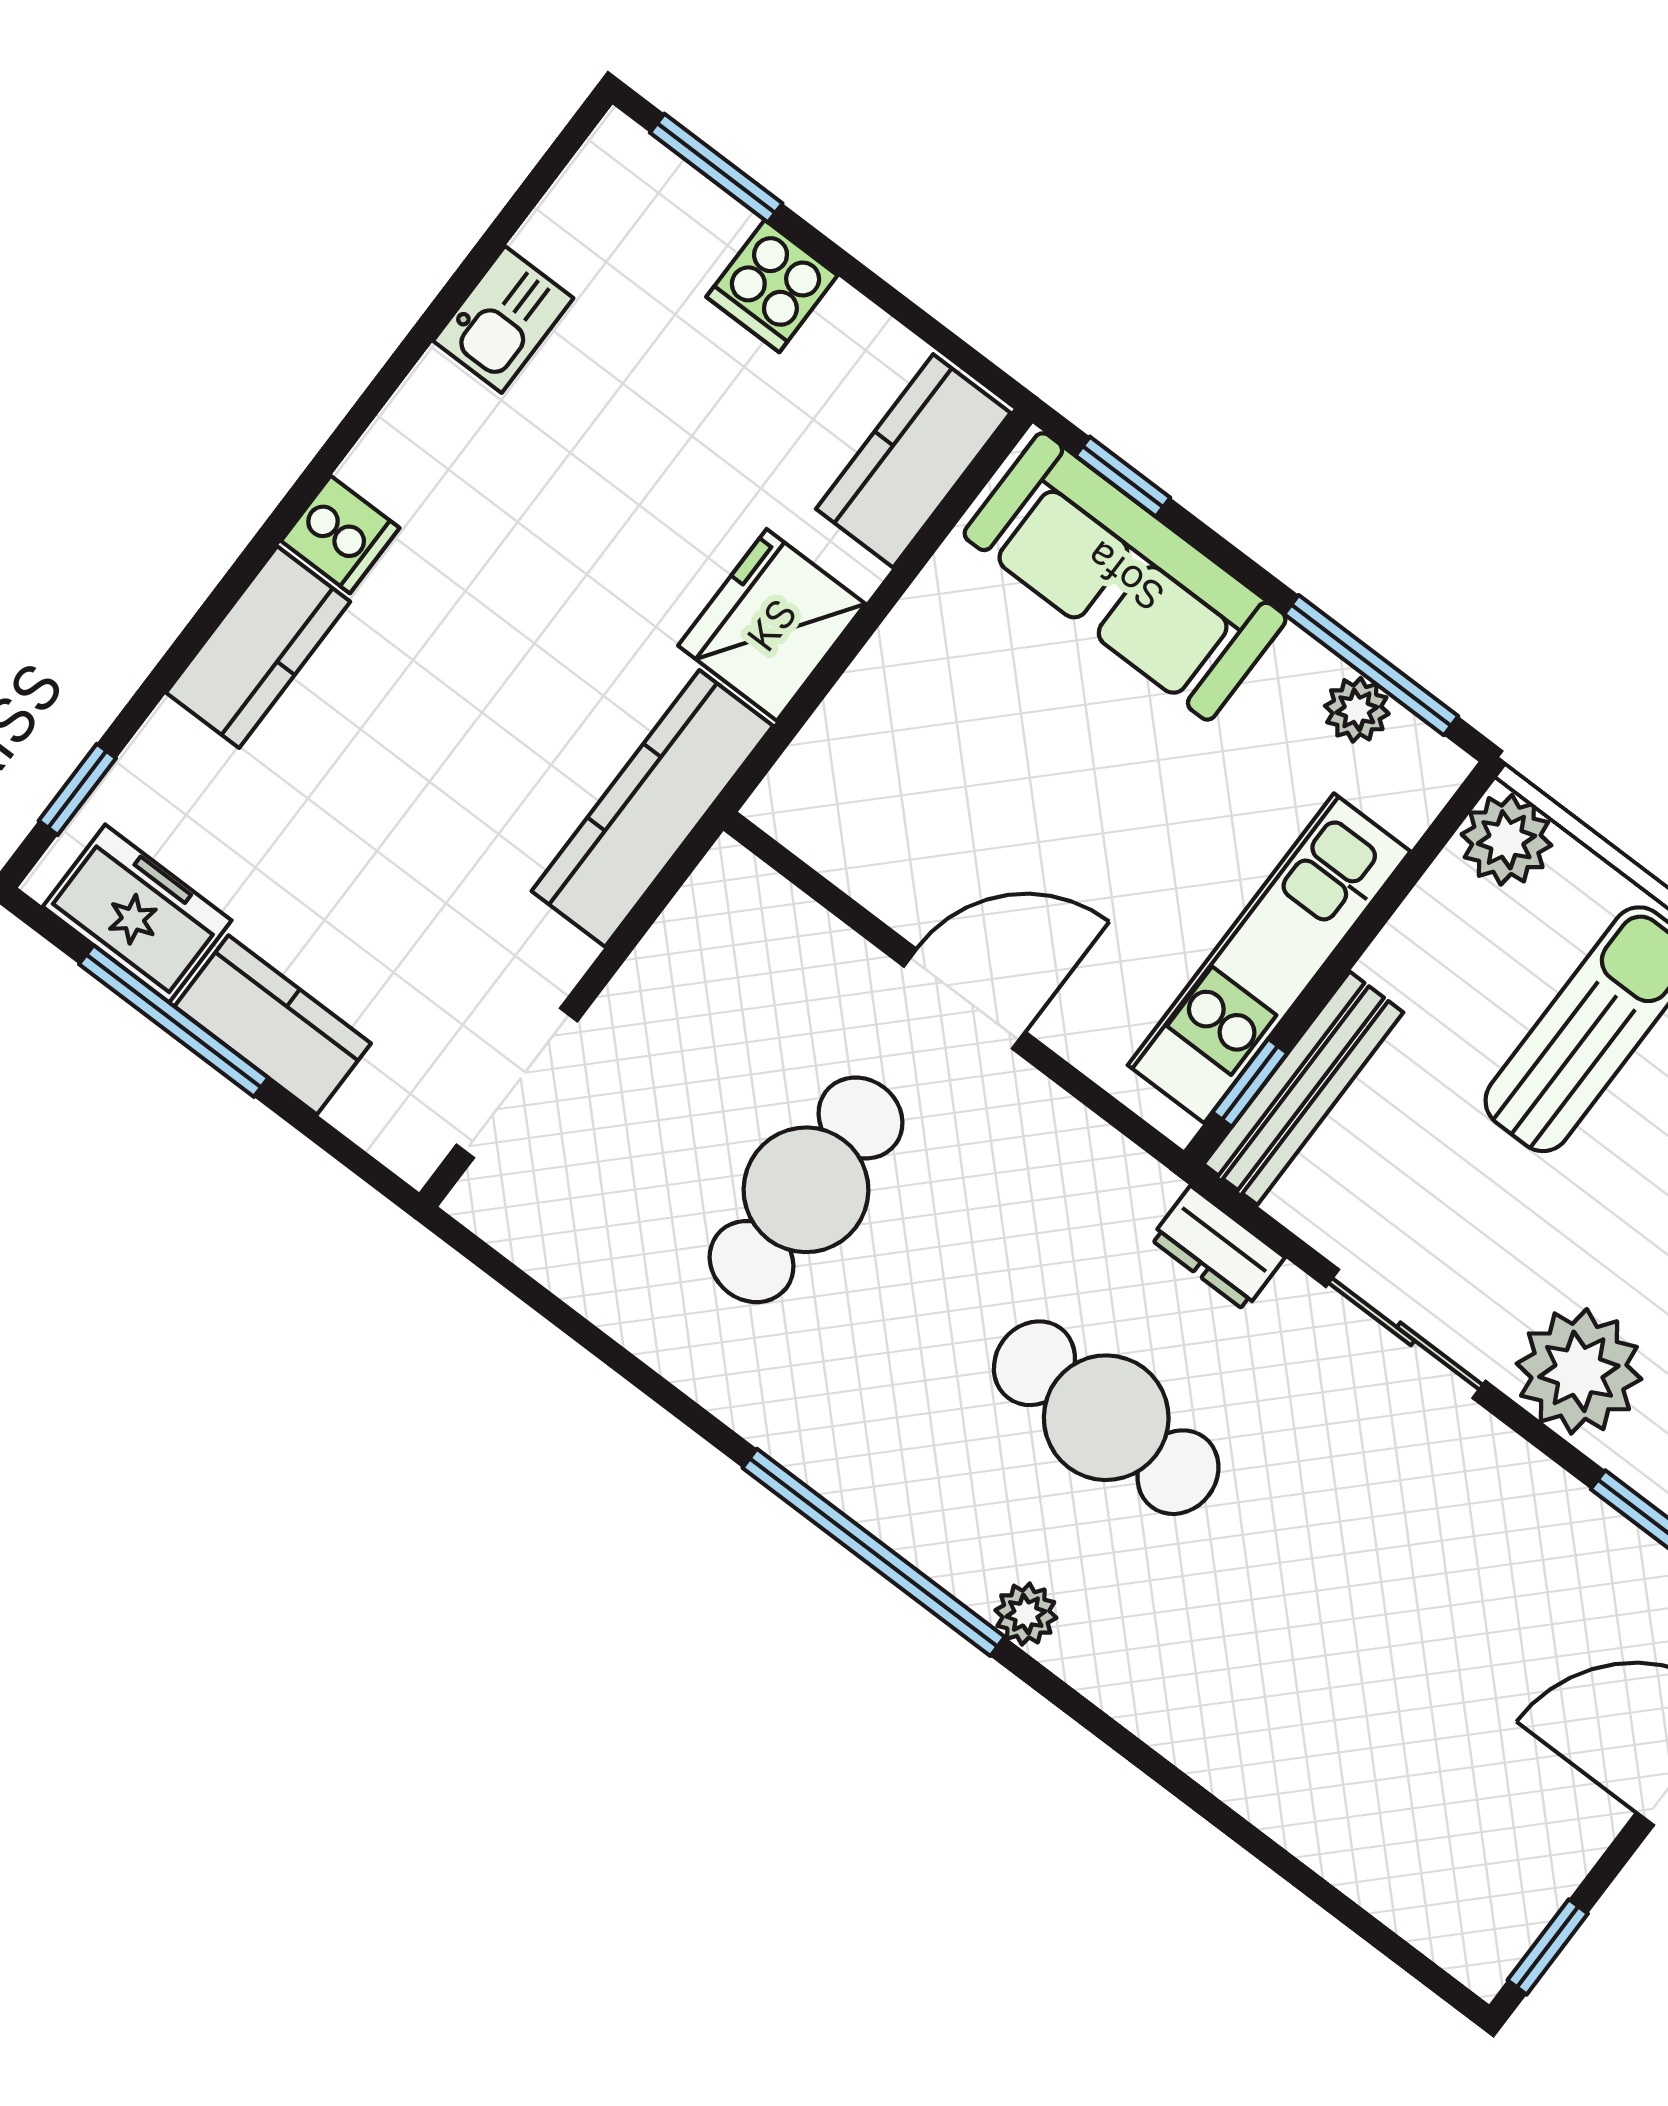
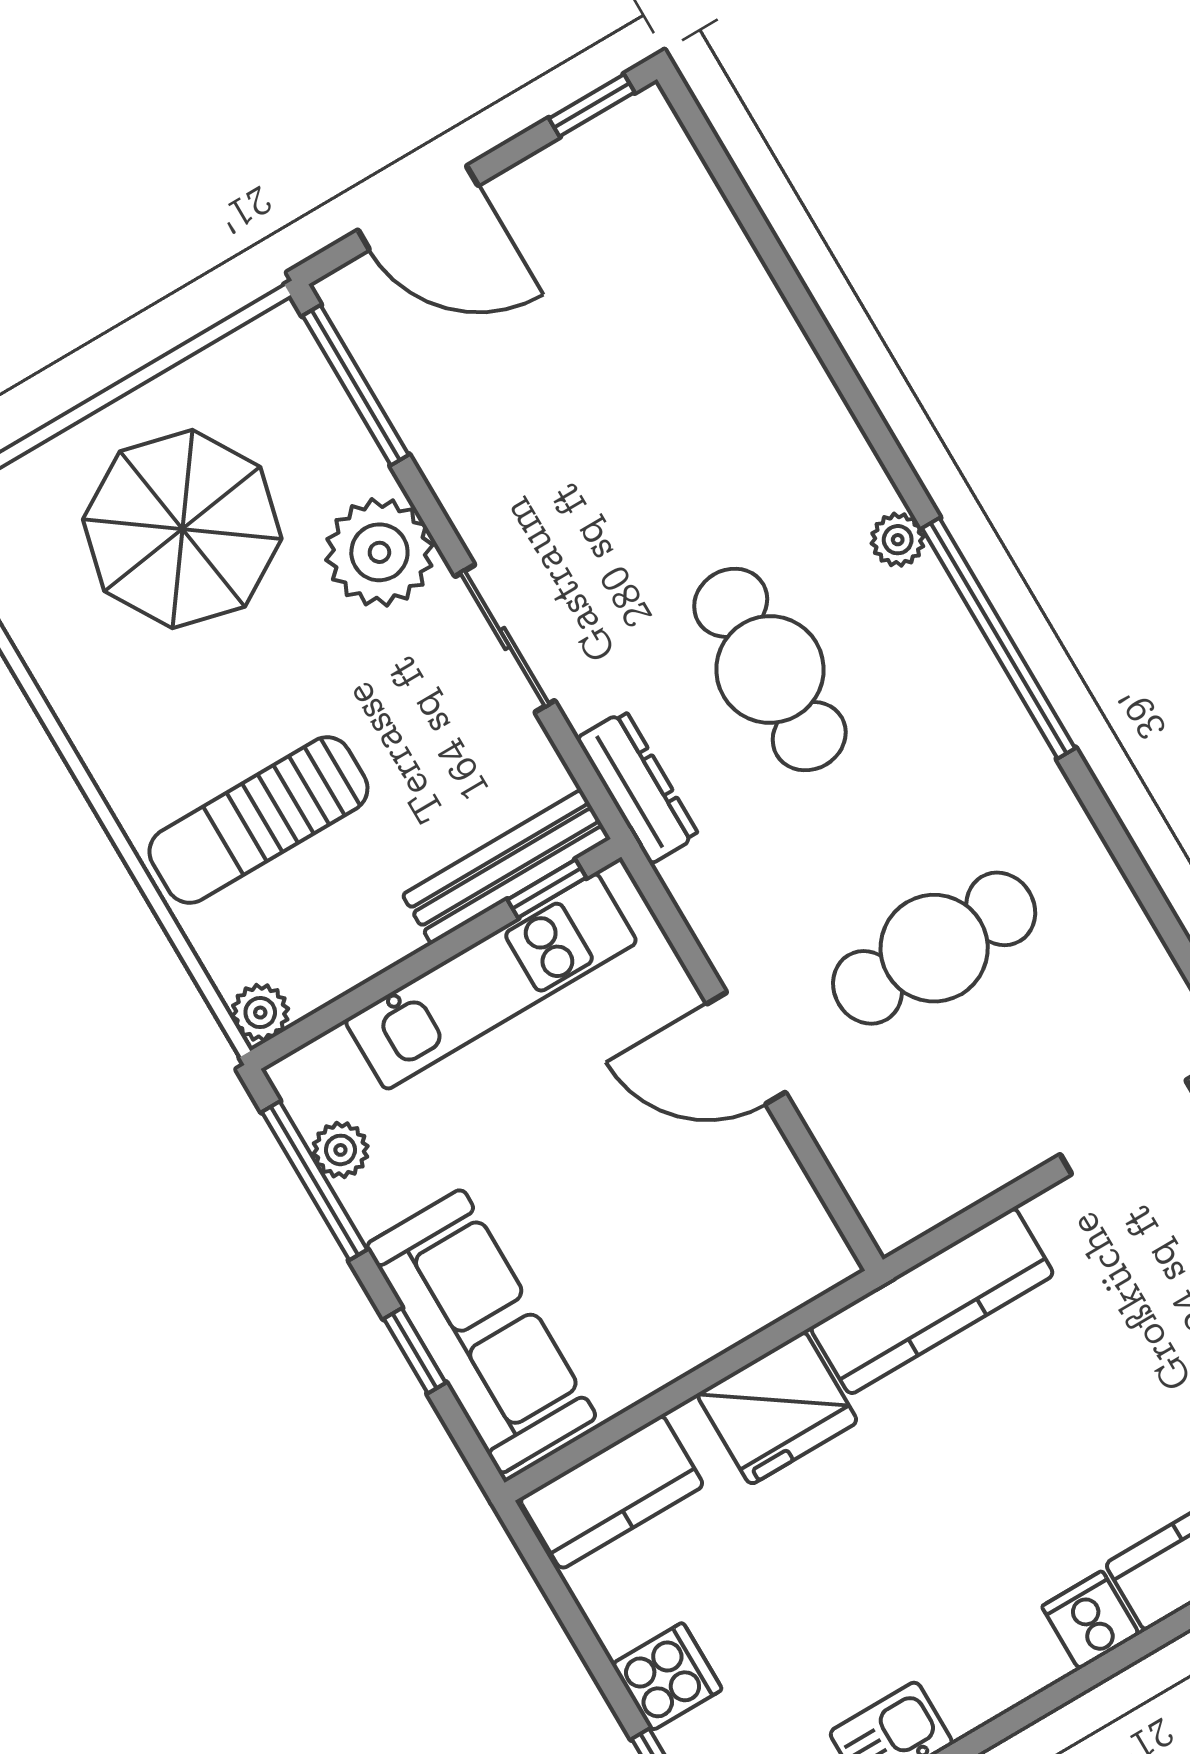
window: (1123, 477) -> (415, 1351), moved
plant: (1506, 840) -> (260, 1013), width x0.73, depth x0.73
dresser: (1218, 1248) -> (638, 787), width x1.44

